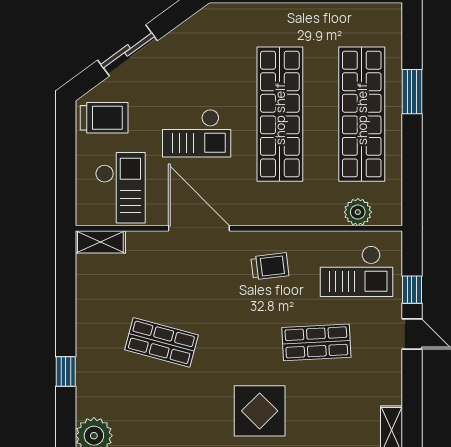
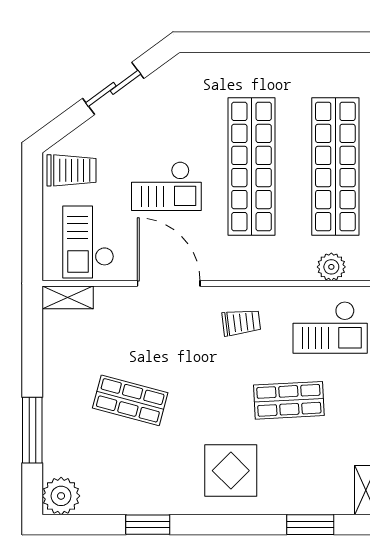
sliding door: (128, 50) -> (113, 88), moved
checkout: (120, 188) -> (88, 242), turned 180
window: (66, 371) -> (32, 430), width x2.17

